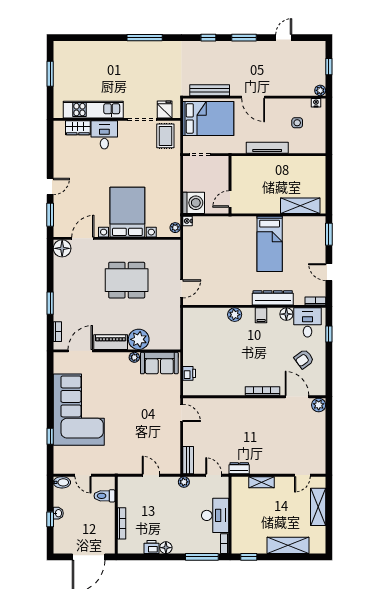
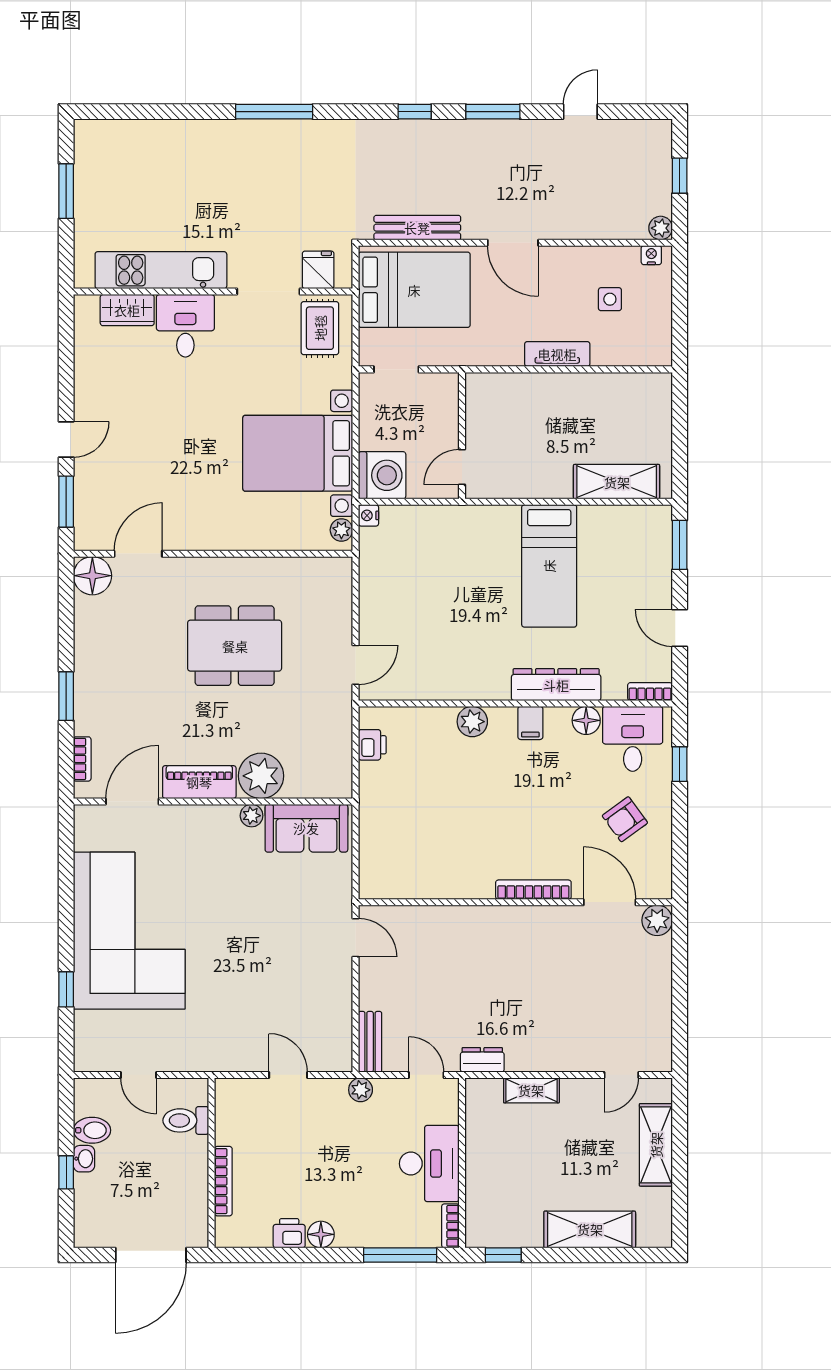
tv unit: (267, 148) -> (557, 354), width x0.71
bed with nightstands: (127, 212) -> (298, 453), moved, turned -90
printer: (189, 373) -> (372, 745), moved
bidet: (62, 482) -> (92, 1130), moved

